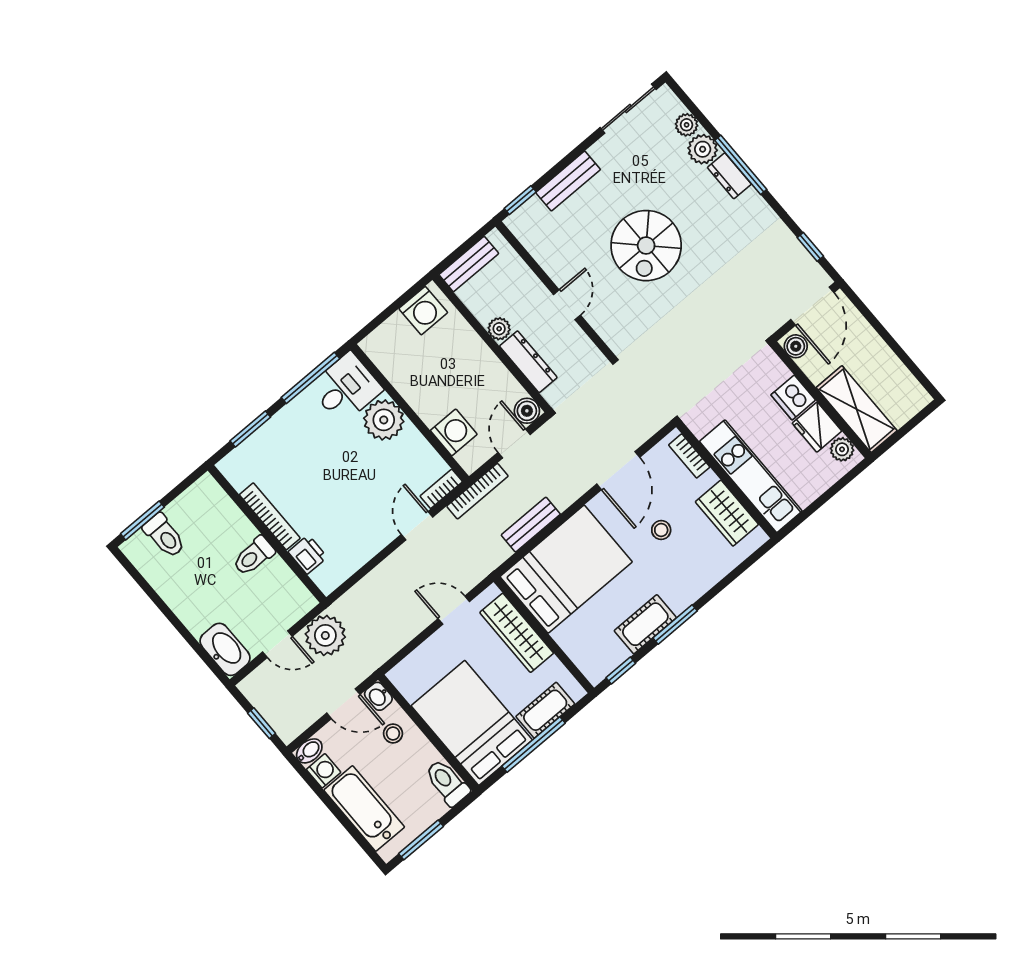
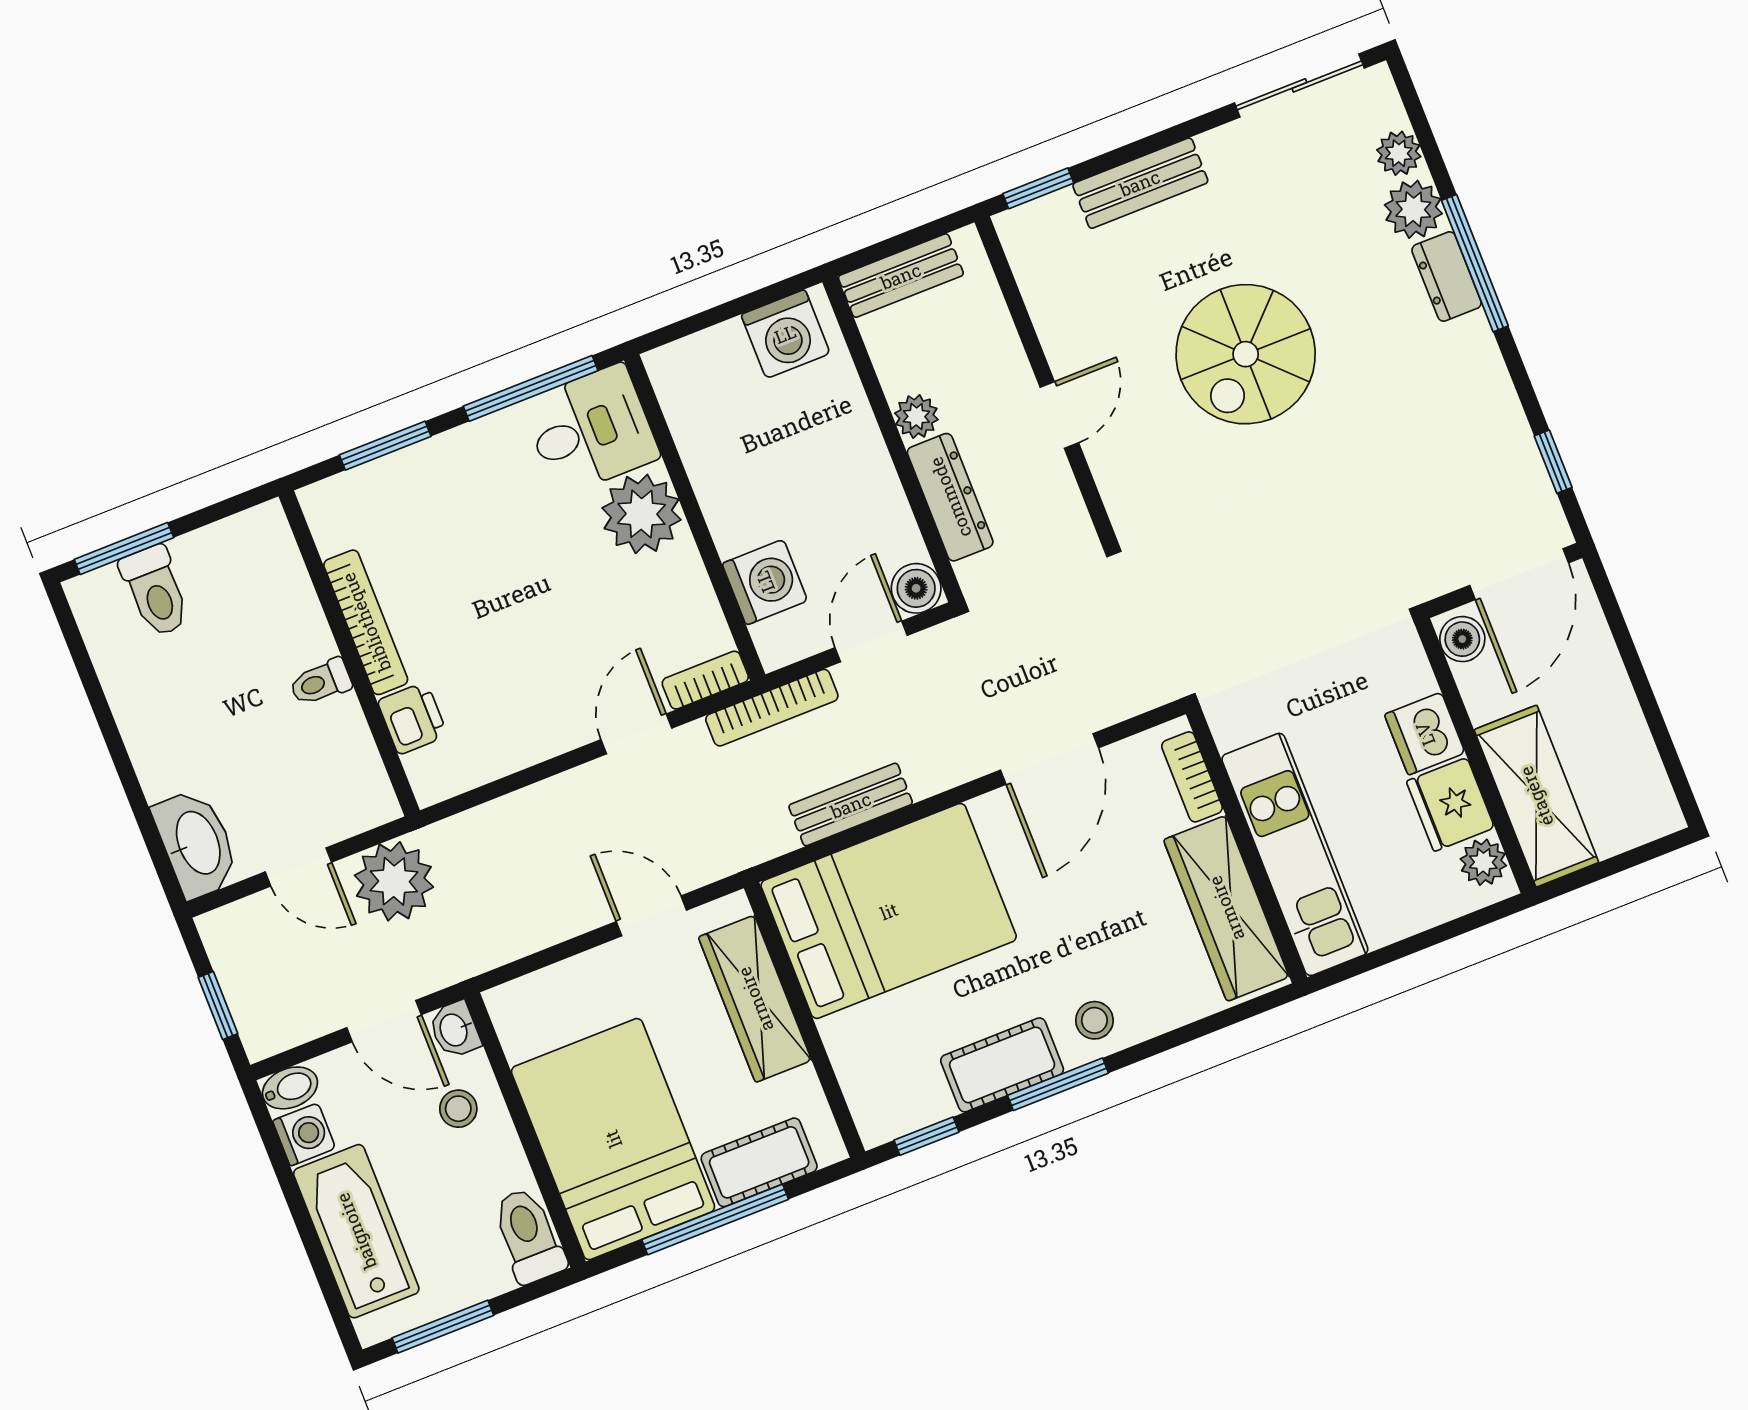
wardrobe: (727, 513) -> (1226, 908), width x1.50
stool: (661, 530) -> (1094, 1020), moved
toilet: (254, 556) -> (321, 682), width x0.73, depth x0.72

